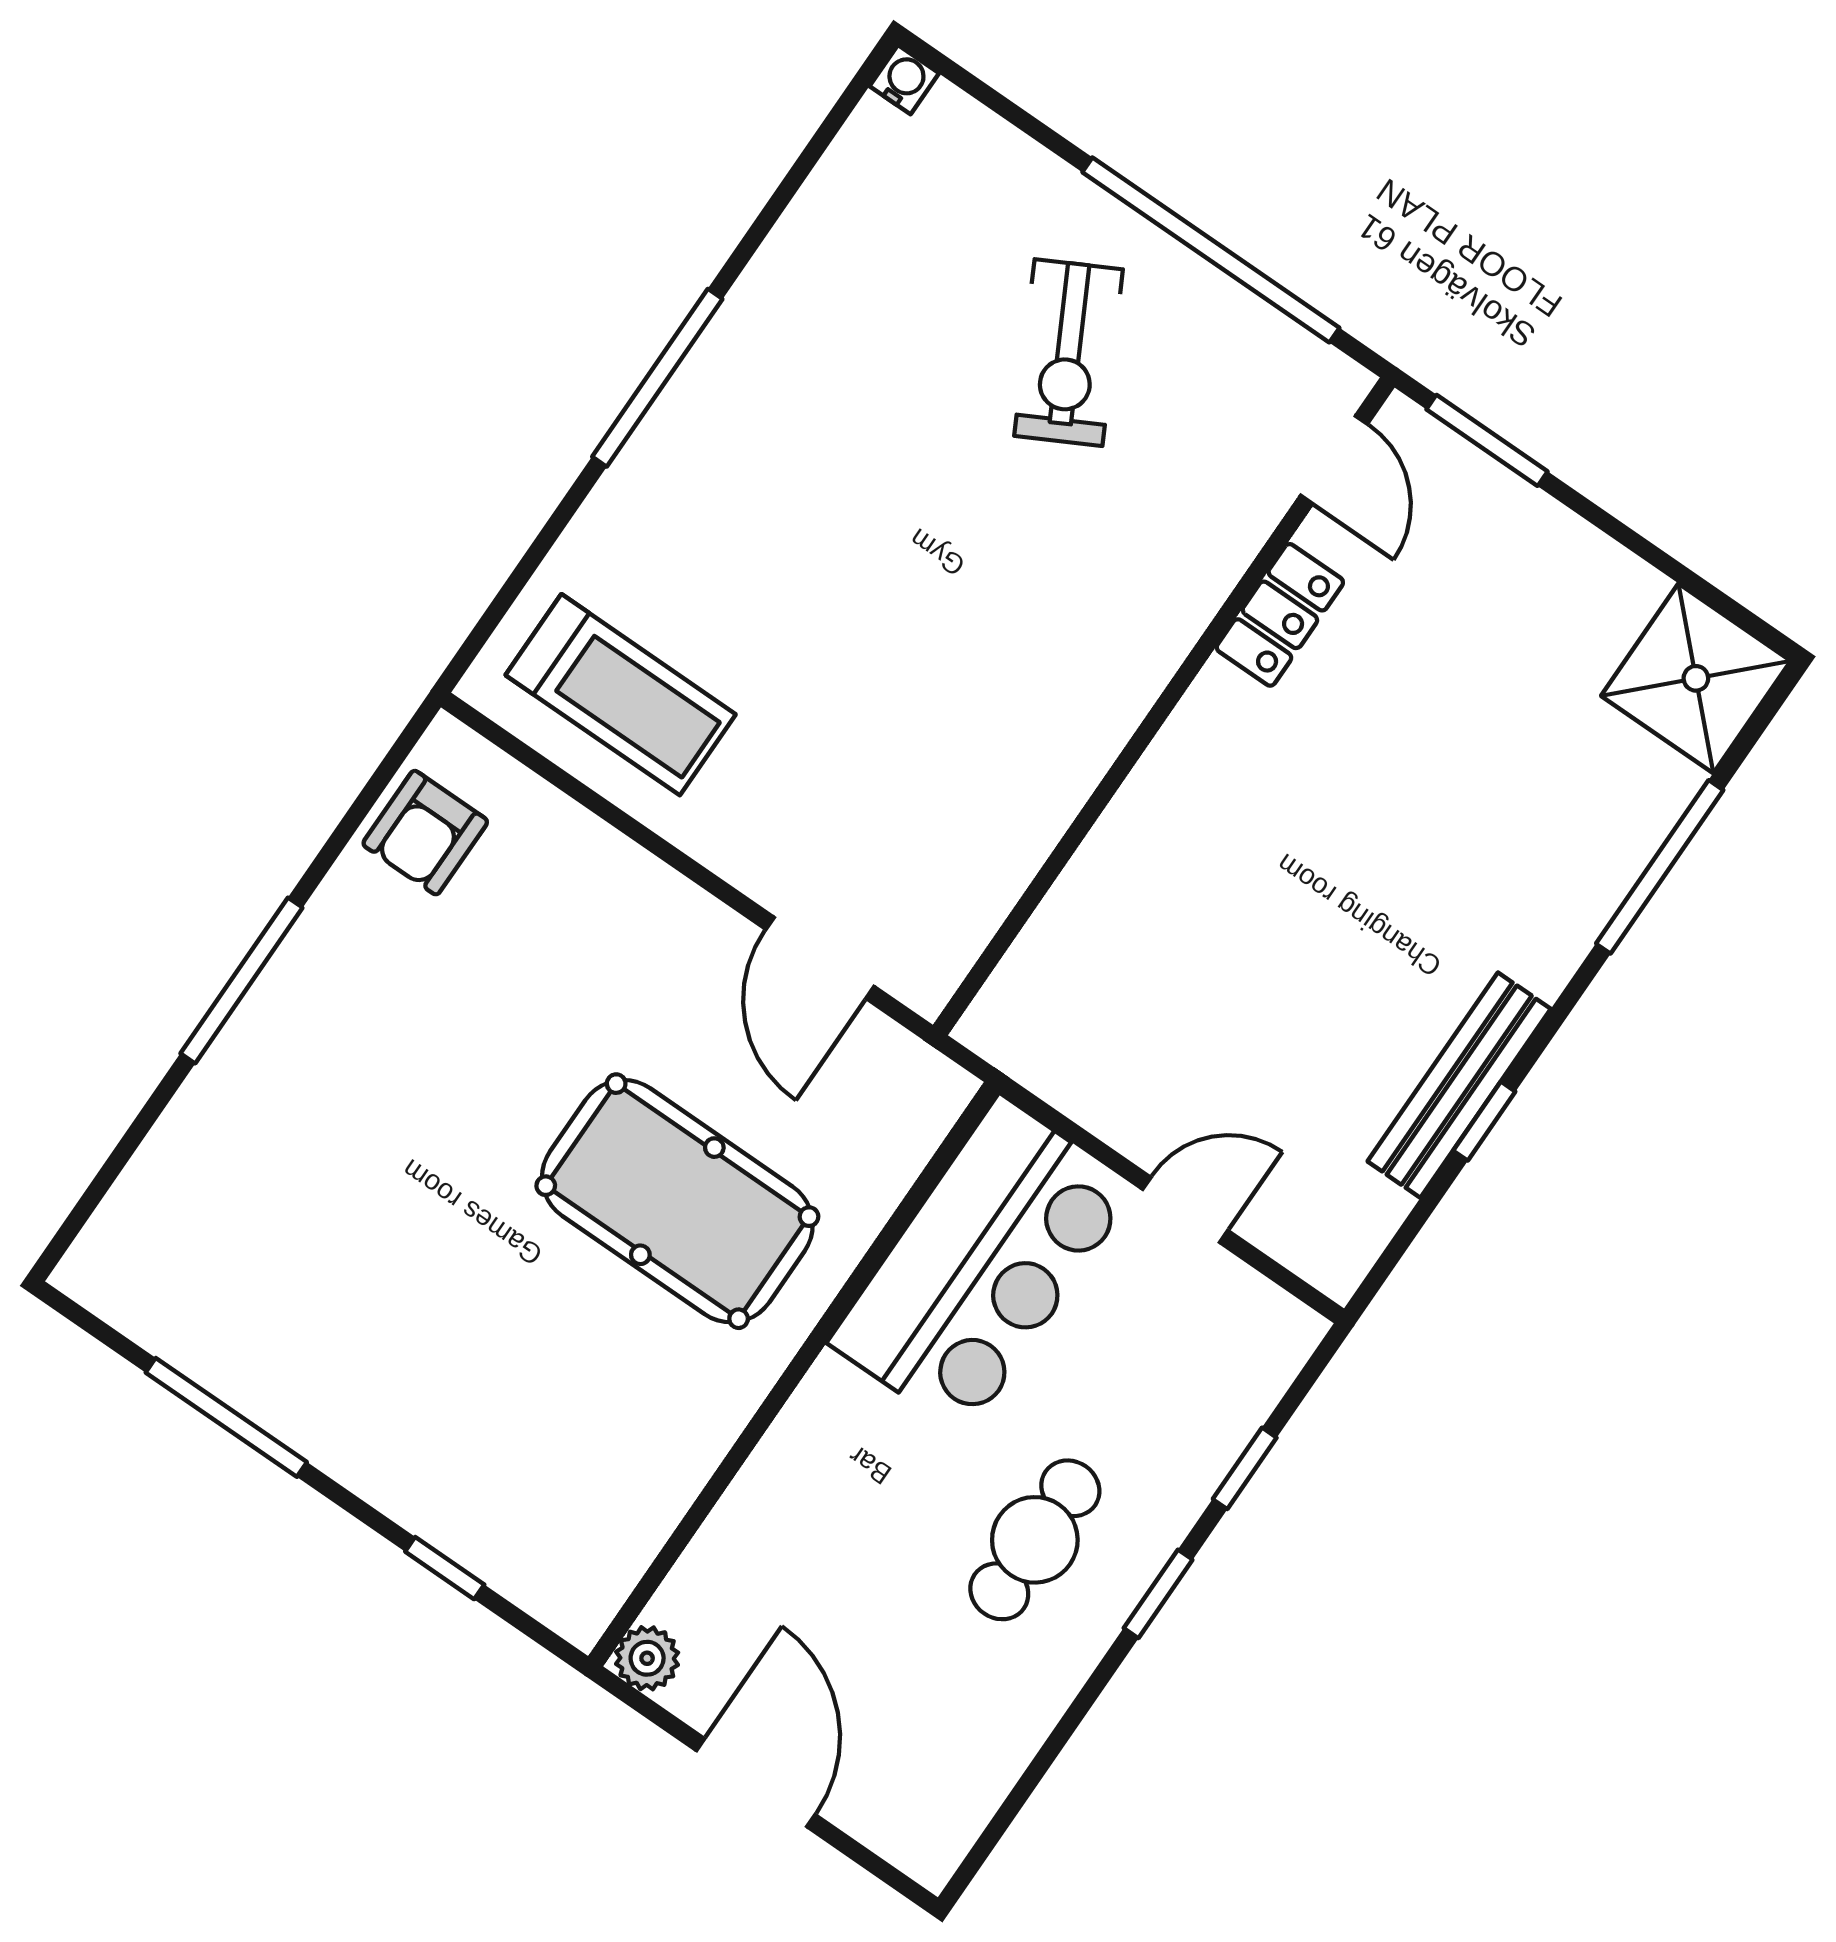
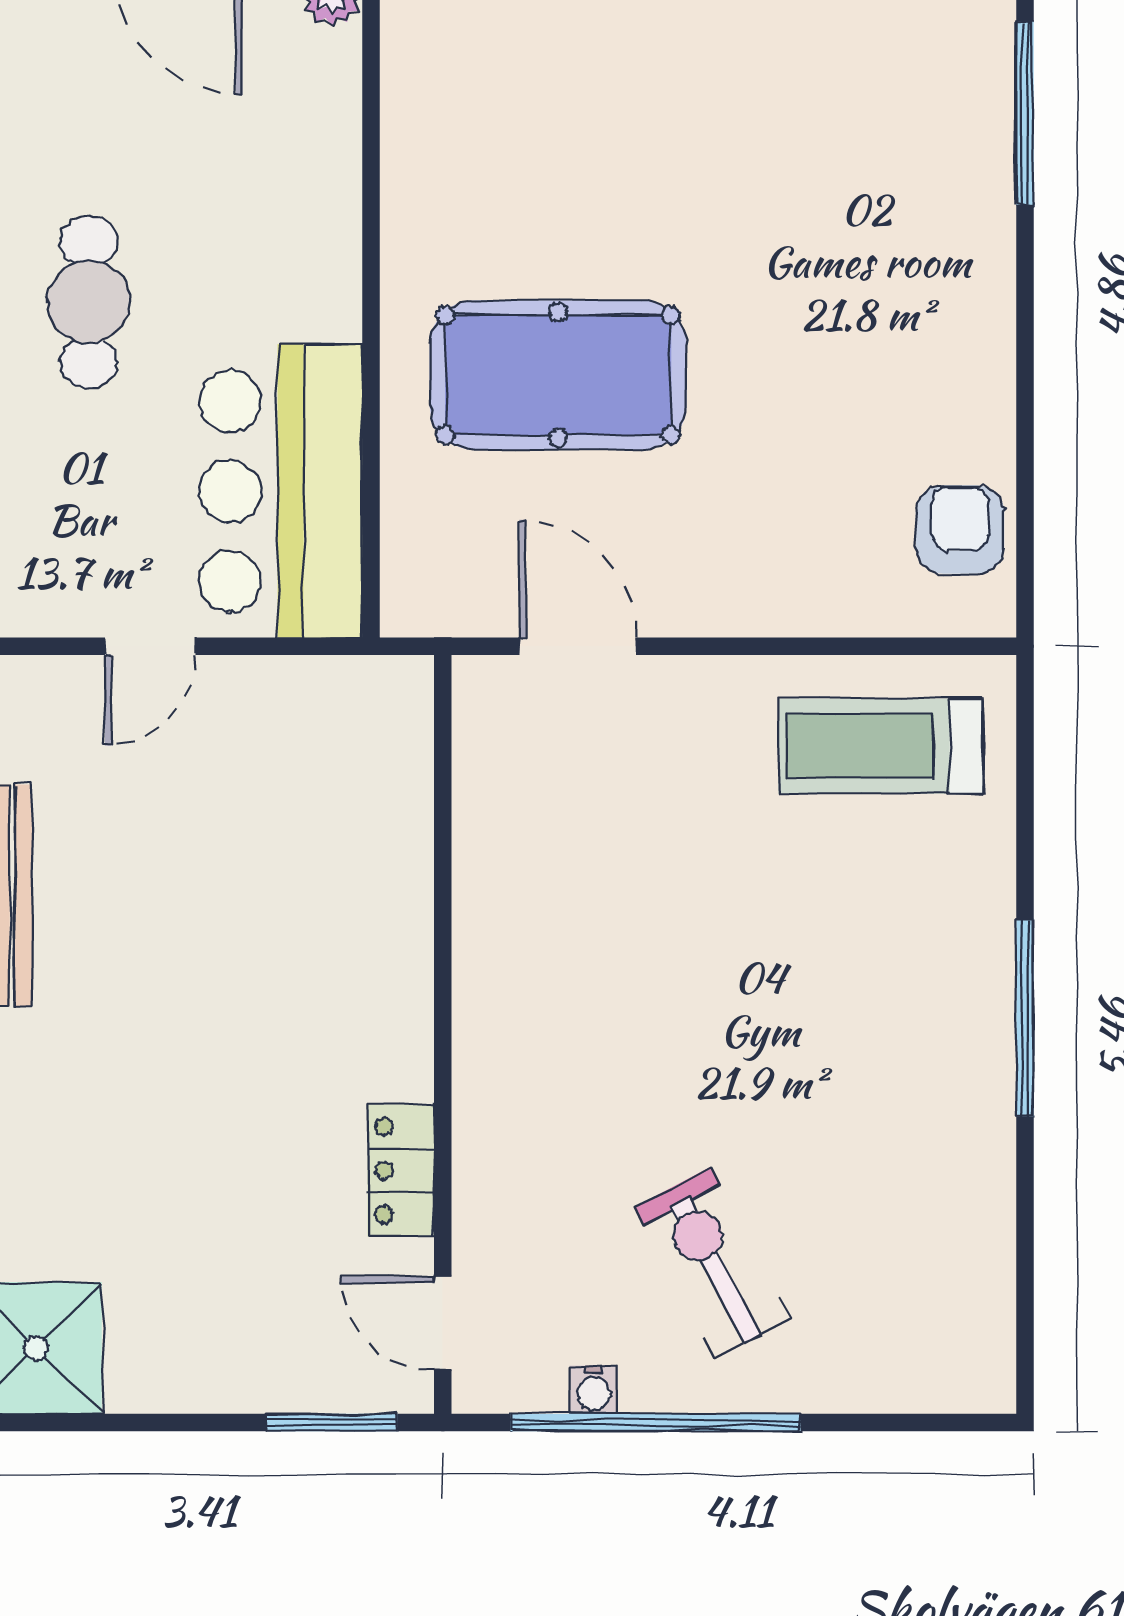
water cooler: (904, 80) -> (594, 1390), moved
window: (241, 981) -> (1025, 113), moved

